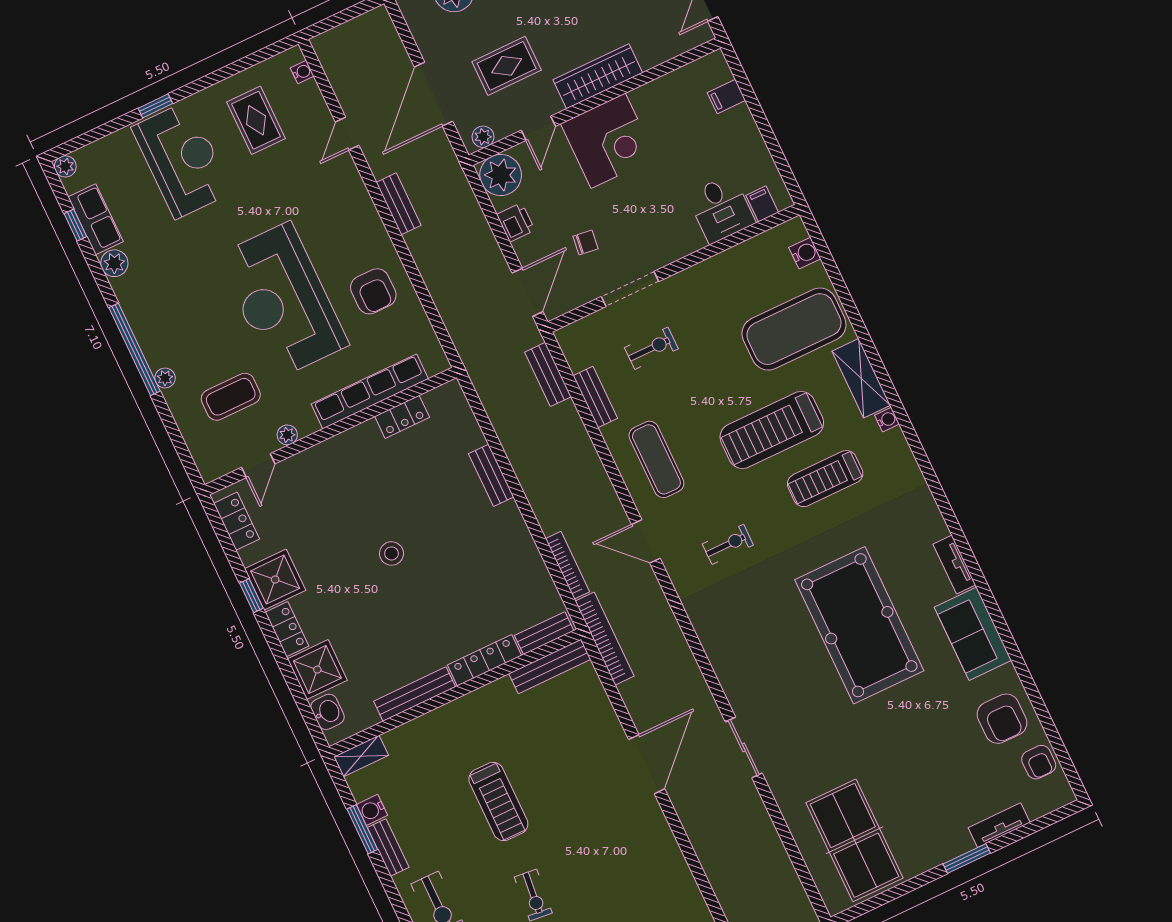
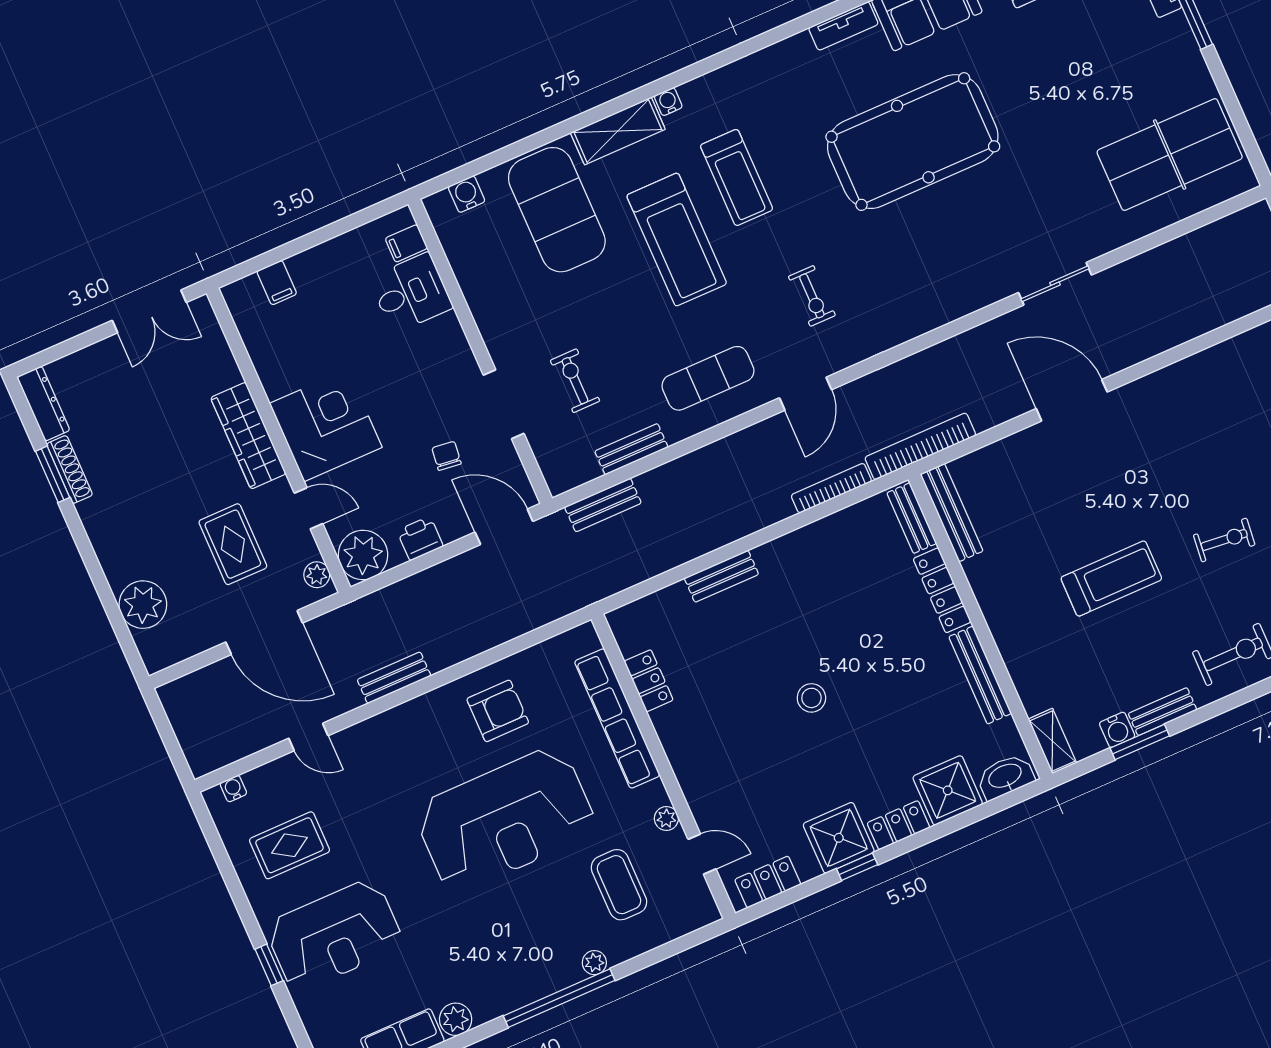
reception desk: (182, 160) -> (334, 935), turned 180
exercise bike: (728, 544) -> (812, 296), turned 180
washbasin: (328, 712) -> (1005, 777), width x1.38

